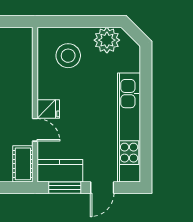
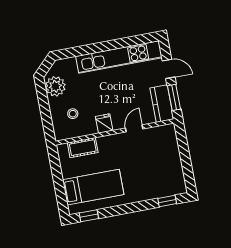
stool: (68, 56) -> (73, 114), width x0.53, depth x0.53
fridge: (48, 109) -> (104, 123), moved
cot: (23, 164) -> (83, 148), moved

